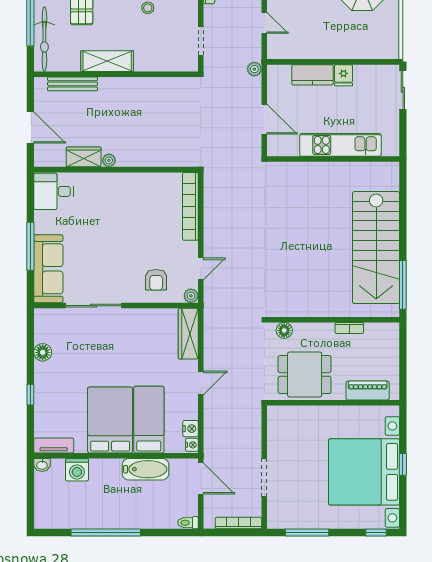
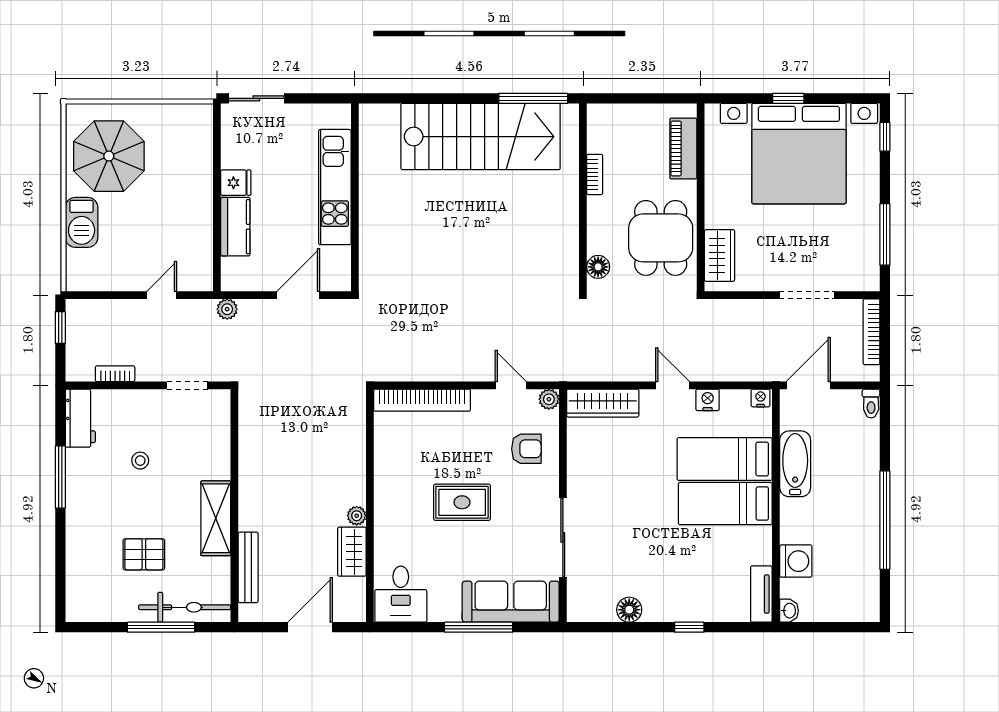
rug: (118, 235) -> (462, 502), added
wardrobe: (292, 416) -> (719, 255), added
bed: (110, 420) -> (725, 504), width x0.67
nightstand: (191, 429) -> (708, 400), moved

